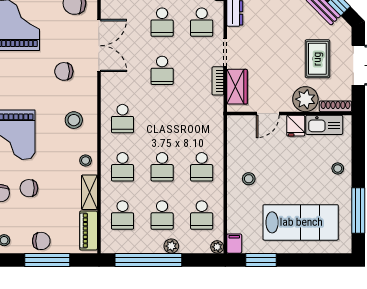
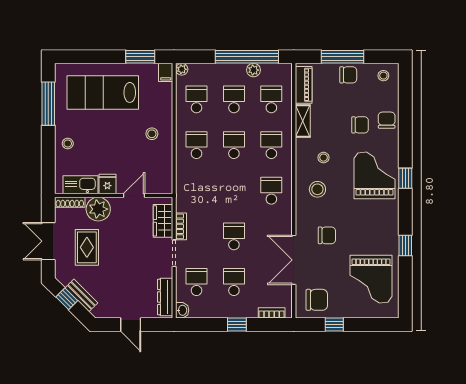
stool: (86, 160) -> (324, 158), moved
chair: (41, 241) -> (348, 75), turned 180
plant: (171, 246) -> (254, 70), moved

